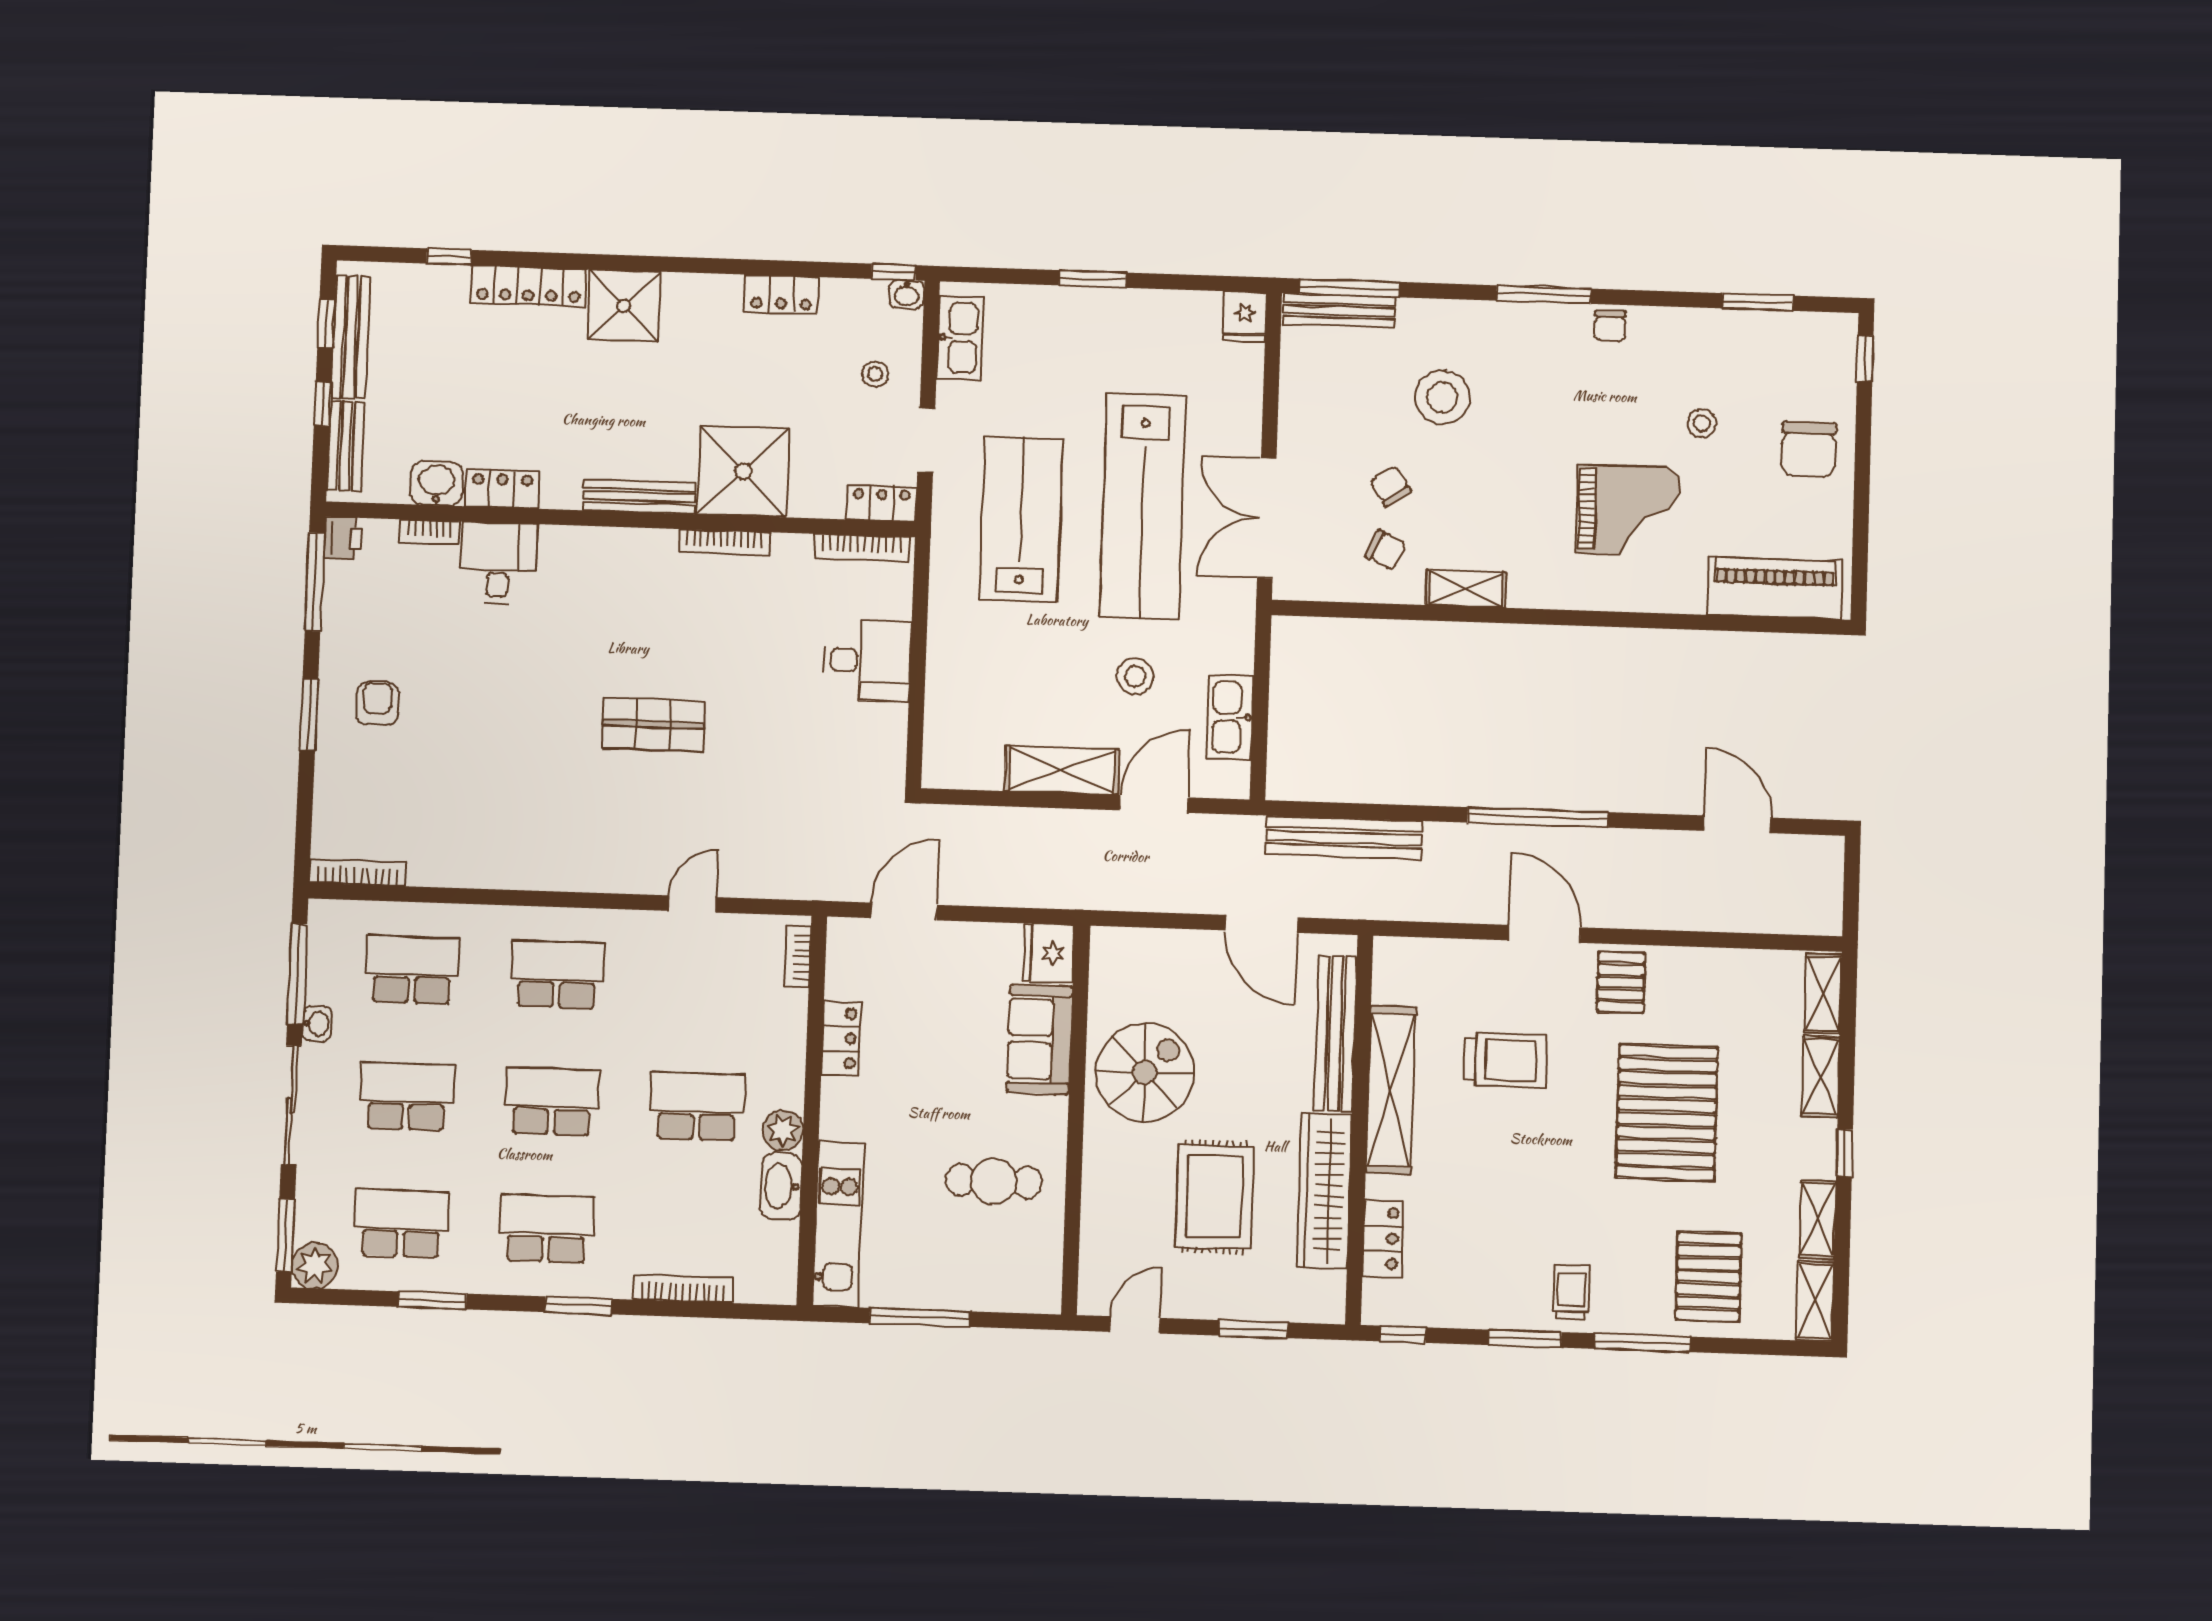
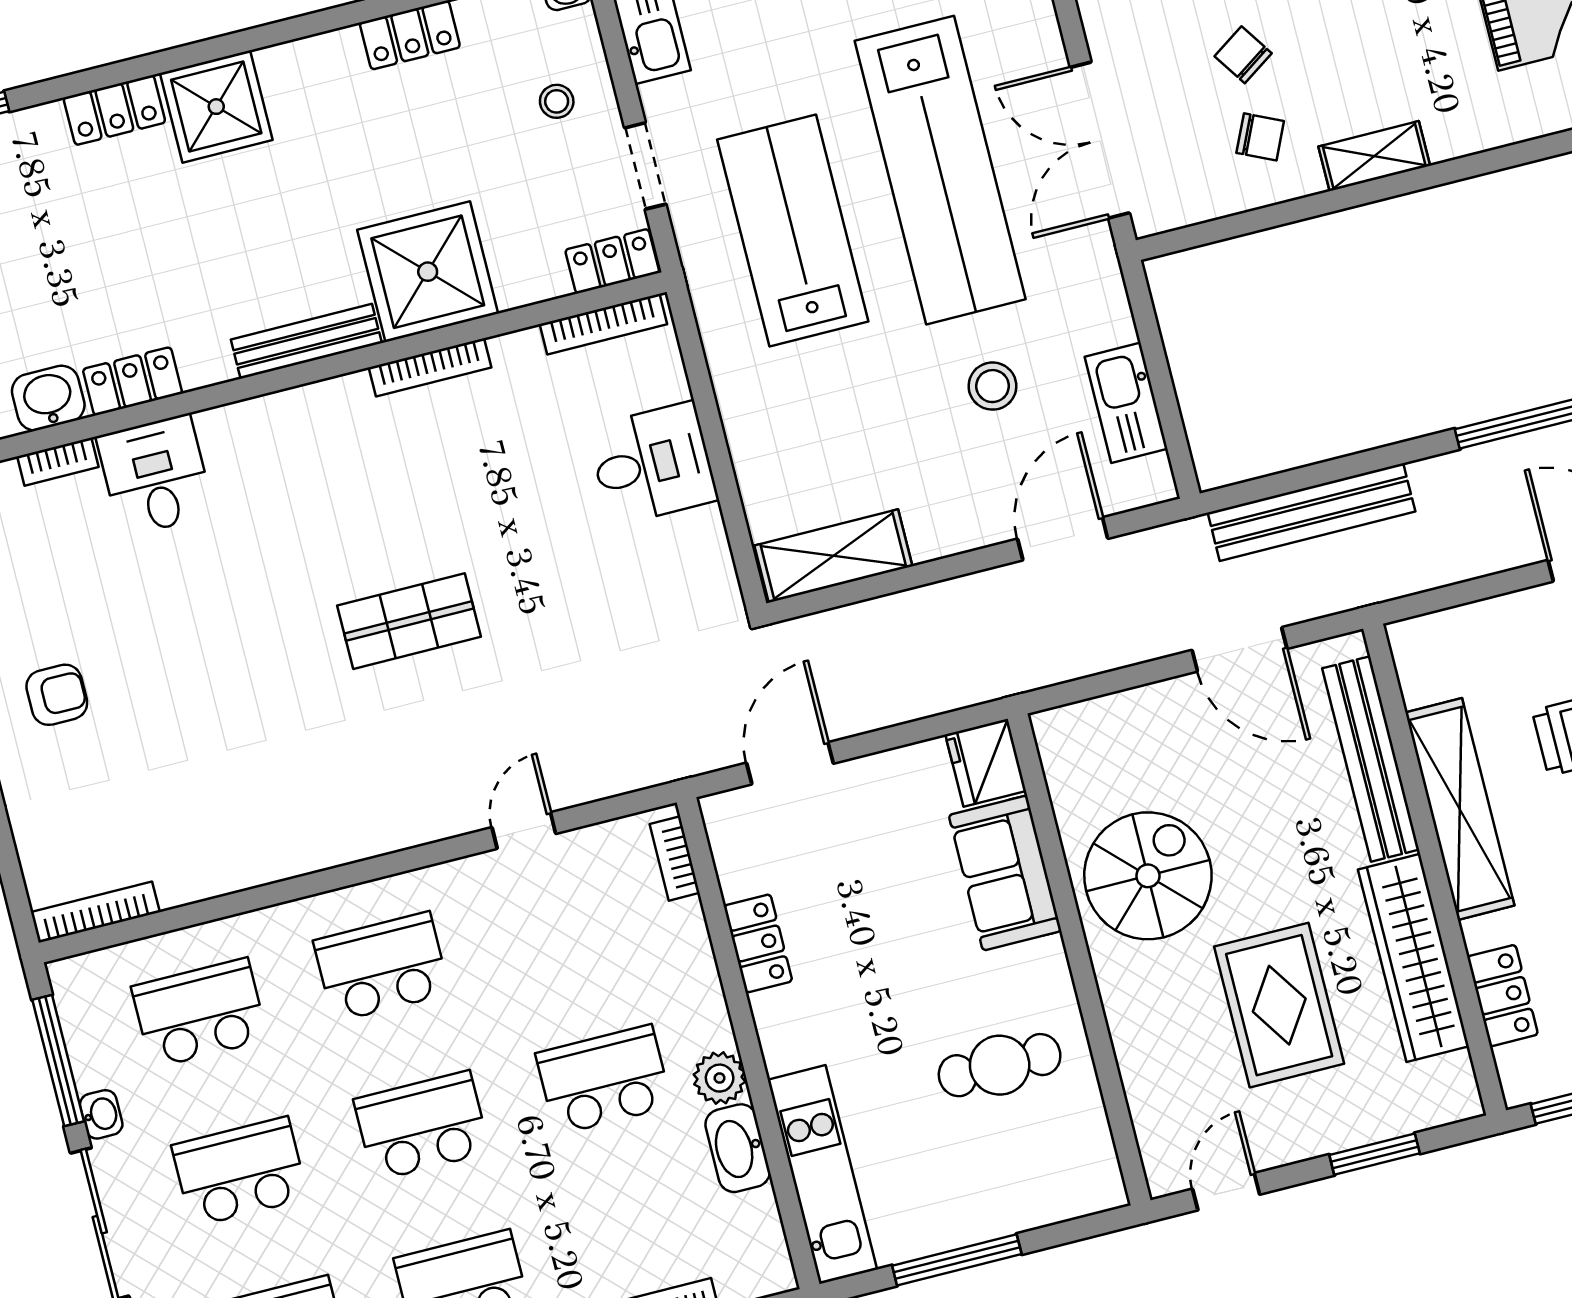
locker: (529, 286) -> (114, 110), width x0.66
armchair: (377, 703) -> (57, 695), turned 90
shelving: (1062, 770) -> (833, 556), moved

